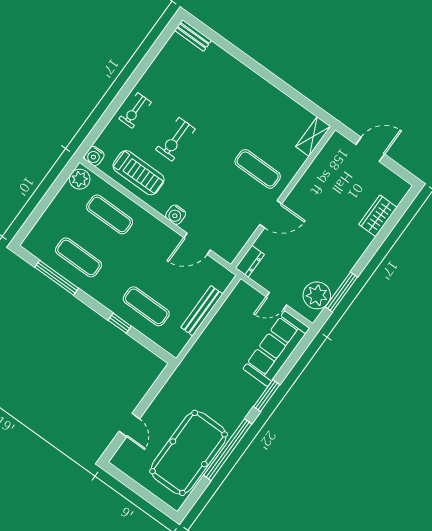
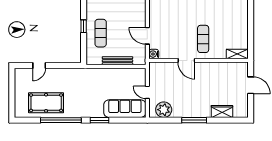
water cooler: (176, 215) -> (154, 54), moved
dresser: (250, 261) -> (157, 67), removed
window: (341, 292) -> (194, 120), moved
pool table: (189, 453) -> (46, 103), width x0.73, depth x0.76

